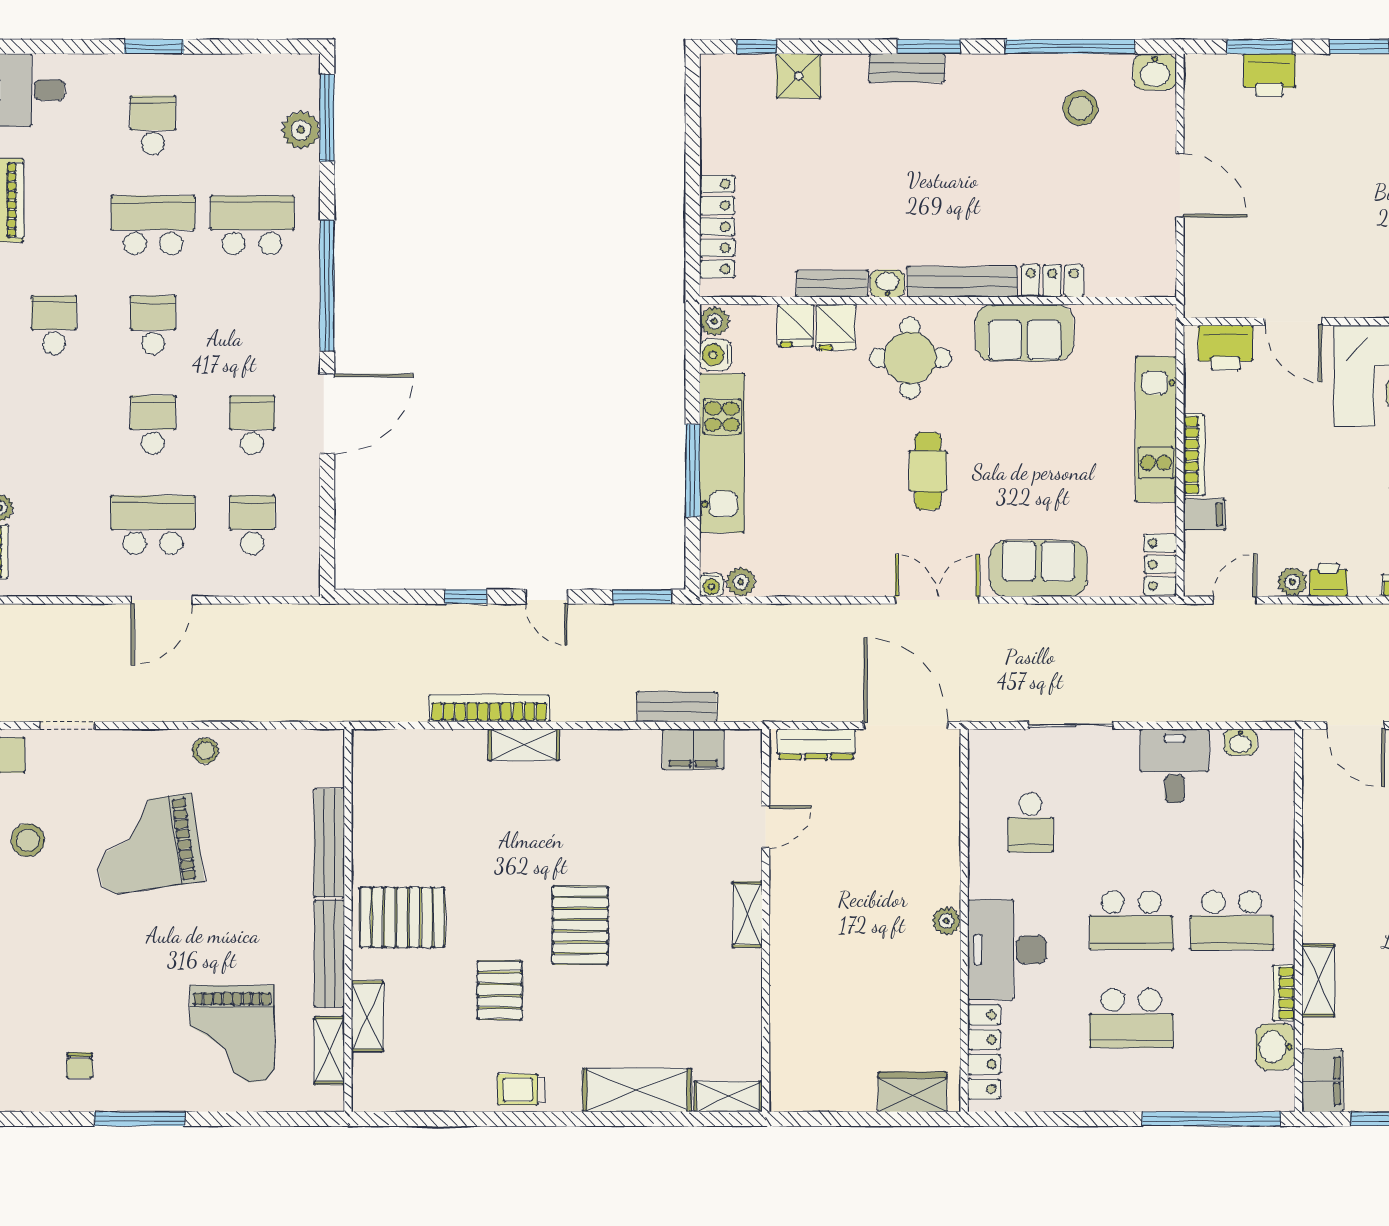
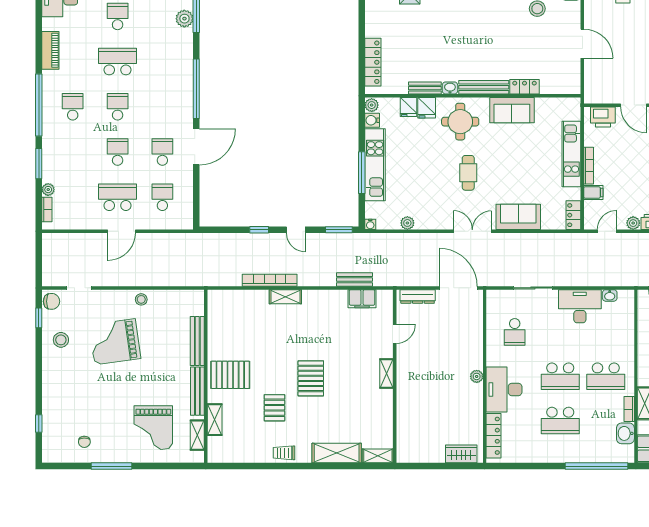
school desk: (252, 225) -> (162, 62), removed
plant: (741, 582) -> (407, 223), moved
desk: (1175, 766) -> (580, 306), width x1.37

